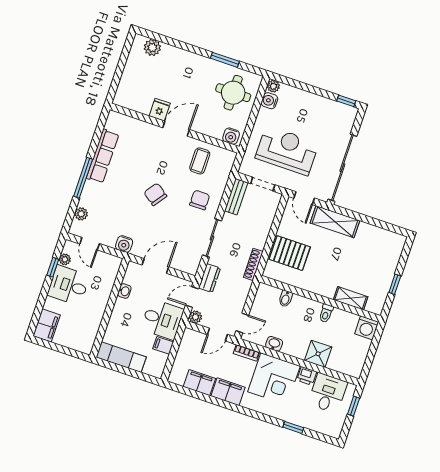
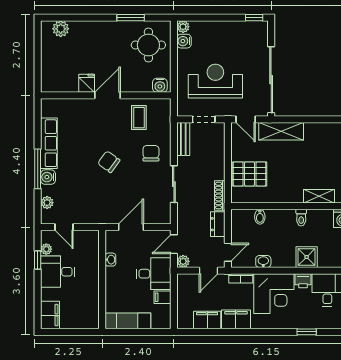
water cooler: (124, 244) -> (48, 177), moved, turned 90
dresser: (209, 278) -> (218, 224), moved, turned 180

